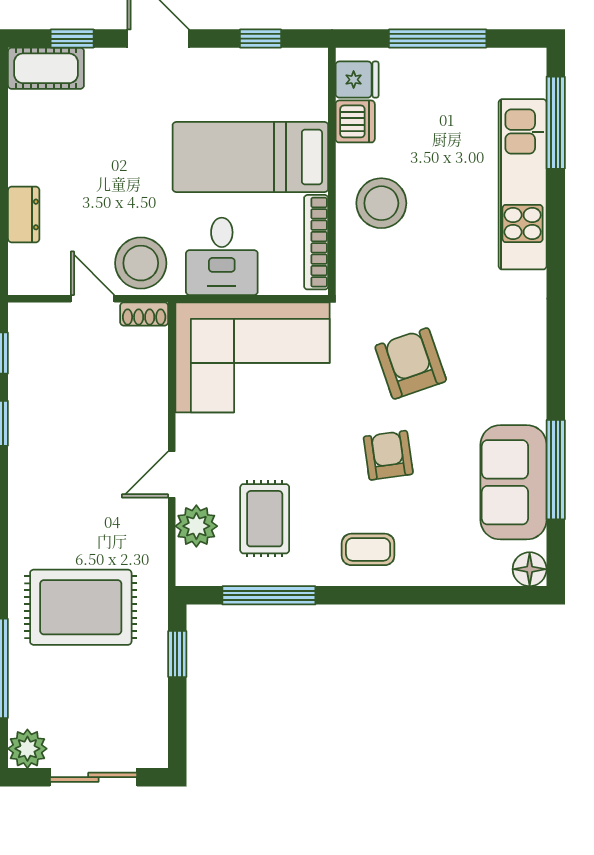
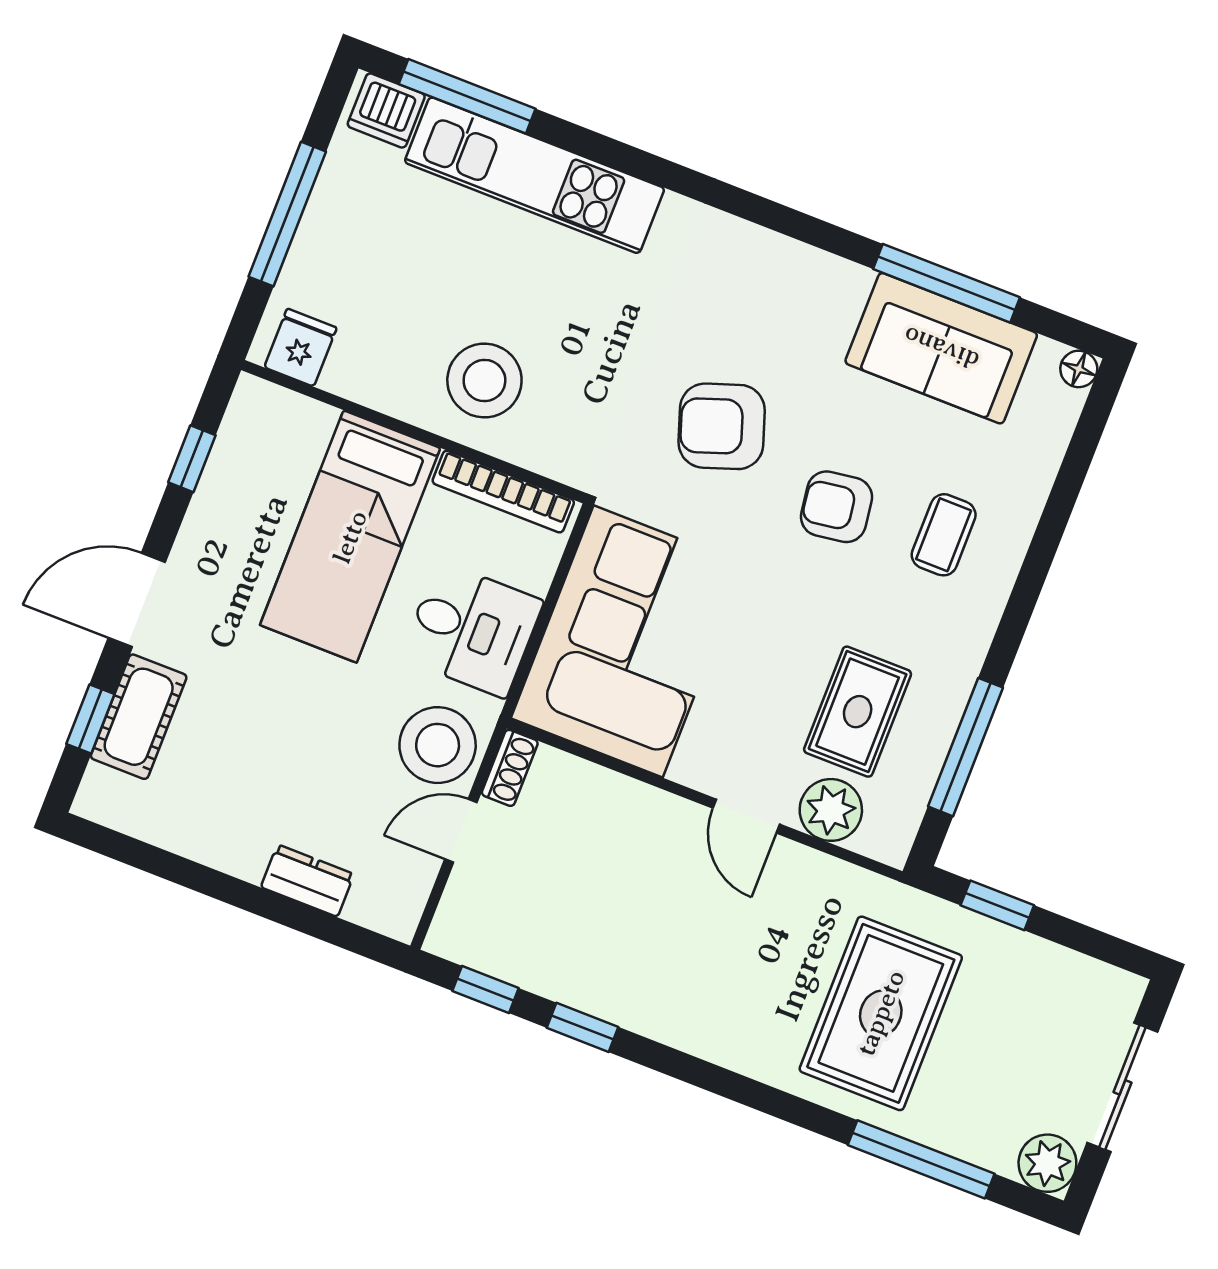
cot: (46, 68) -> (139, 717), moved
dishwasher: (355, 121) -> (386, 110), moved, turned 180
rug: (265, 519) -> (858, 712), turned 90
coffee table: (368, 549) -> (944, 535), moved
floor lamp: (530, 569) -> (1079, 369), width x0.73, depth x0.73

